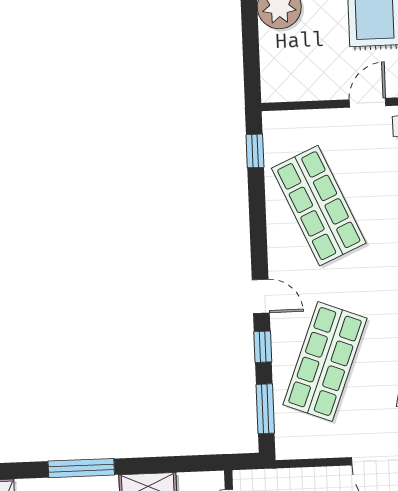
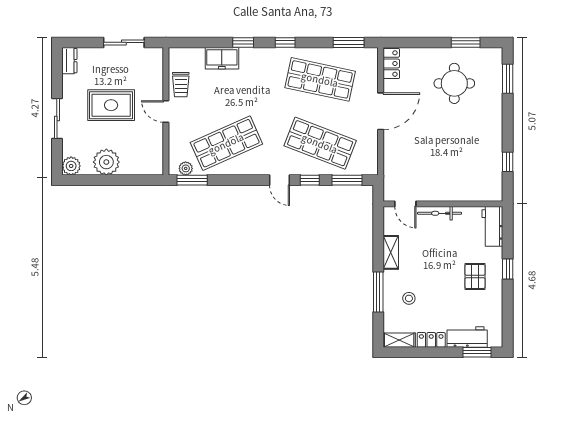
plant: (274, 139) -> (186, 168), added
window: (255, 151) -> (192, 180), width x1.50
door: (261, 296) -> (279, 180), swing flipped

